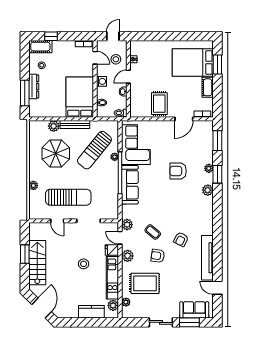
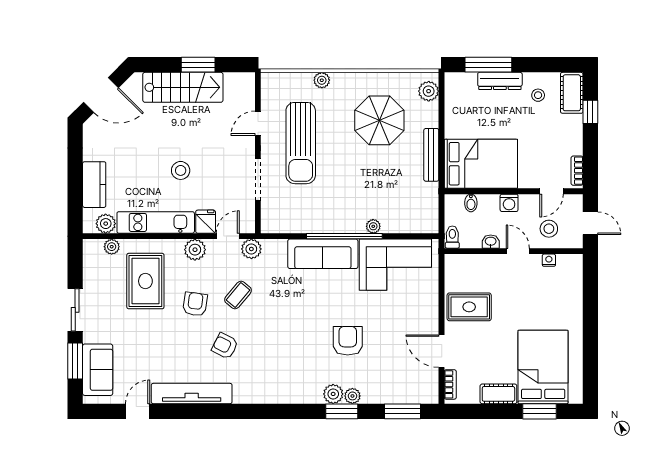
plant: (54, 126) -> (429, 91), moved
sun lounger: (94, 150) -> (385, 190), removed
plant: (208, 190) -> (333, 394), moved

